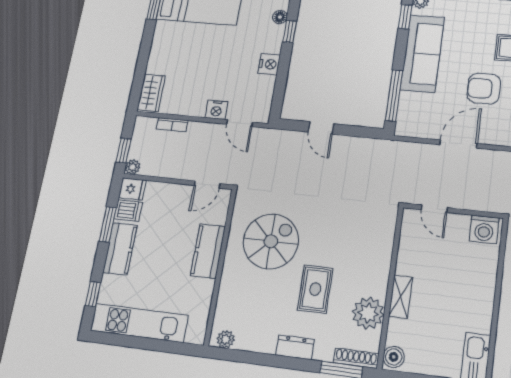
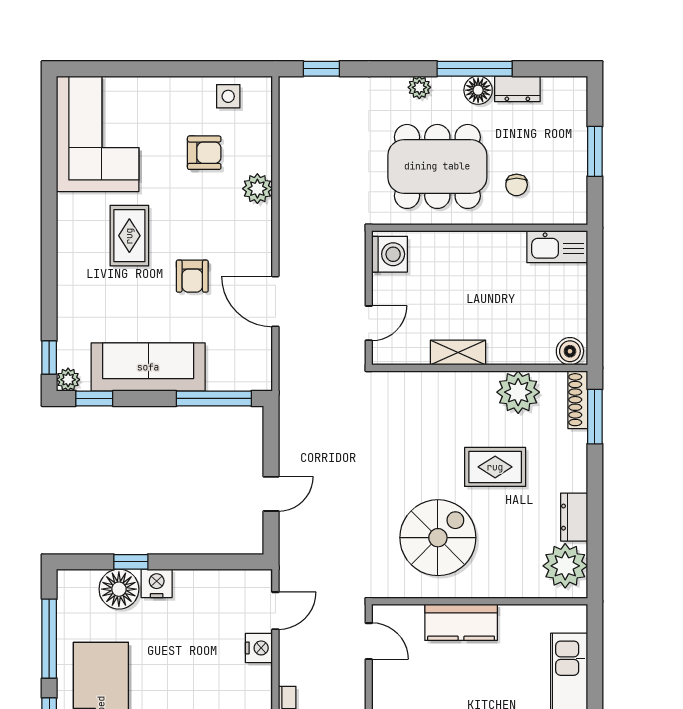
floor lamp: (280, 17) -> (119, 589), width x1.89, depth x1.89
nightstand: (269, 64) -> (157, 583), moved
armchair: (484, 89) -> (192, 276), width x0.72, depth x0.72
spiral stairs: (271, 241) -> (438, 538), turned 90
shelving: (401, 297) -> (458, 353), moved
plant: (226, 339) -> (565, 566), width x1.88, depth x1.88
dresser: (295, 347) -> (574, 517), moved

